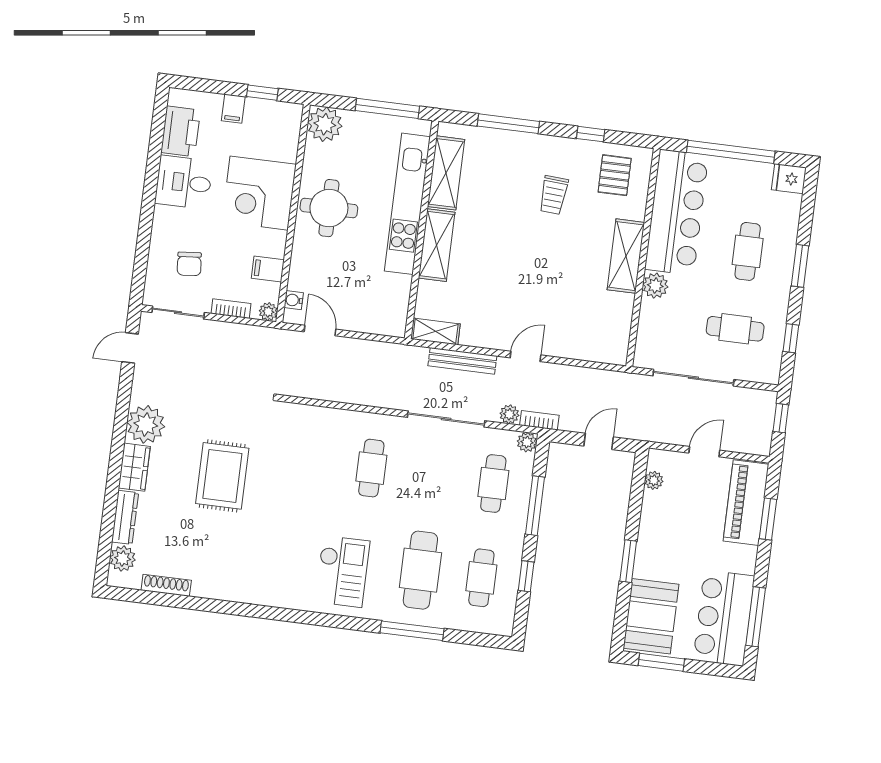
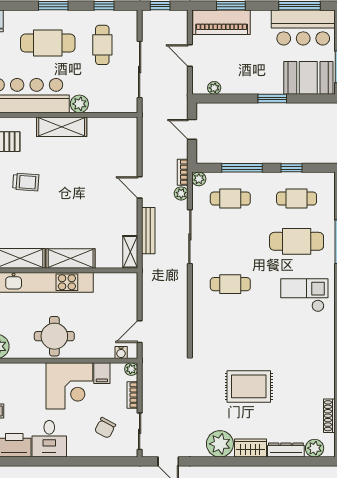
corner desk: (259, 193) -> (69, 386), moved
cafe table: (748, 251) -> (48, 43), width x1.37, depth x1.35
chair: (189, 264) -> (105, 428), turned 123

